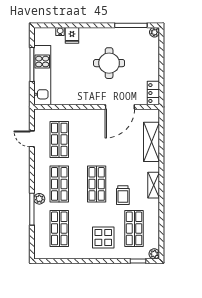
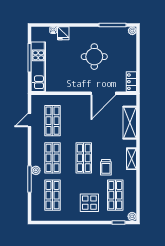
door: (32, 139) -> (30, 120), hinge flipped

